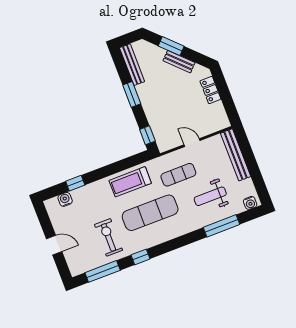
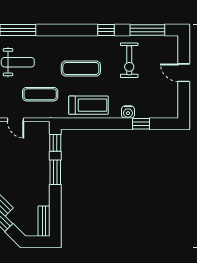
bench: (132, 65) -> (44, 221), width x0.73
window: (132, 94) -> (55, 172), moved
water cooler: (65, 199) -> (128, 112), moved
exercise mat: (150, 213) -> (81, 69), width x0.73, depth x0.69

